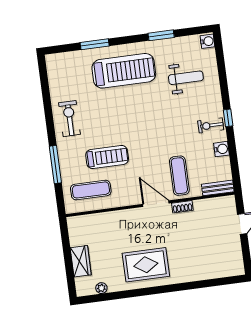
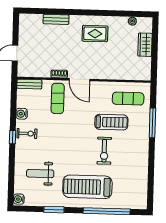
window: (95, 44) -> (107, 211), width x2.11
exercise bike: (70, 119) -> (104, 151), moved
treadmill: (107, 157) -> (111, 122), turned 180
rug: (146, 265) -> (95, 34), width x0.73, depth x0.70
bench: (198, 275) -> (56, 19), added

